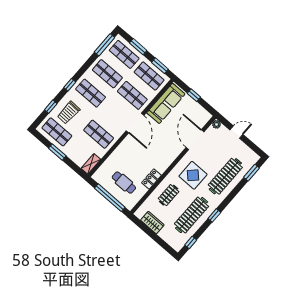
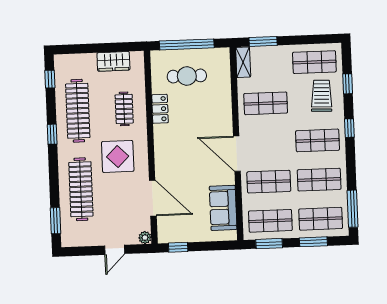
window: (194, 95) -> (178, 247), moved
sofa: (166, 103) -> (223, 208), width x0.73
window: (57, 152) -> (263, 41), moved

